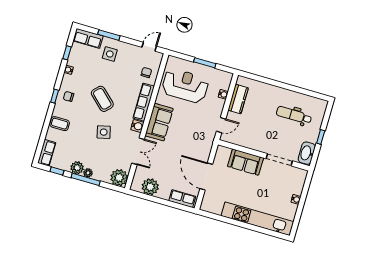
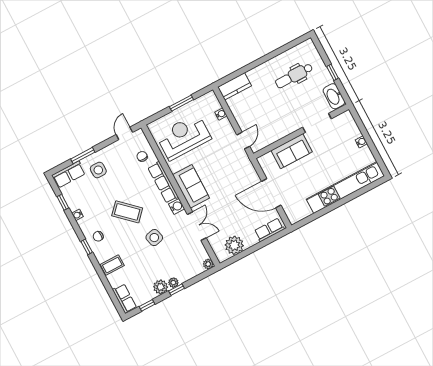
kitchen counter: (238, 99) -> (235, 86), moved, turned 90
plant: (119, 178) -> (208, 264), width x0.53, depth x0.53
window: (86, 179) -> (177, 290), width x0.46

